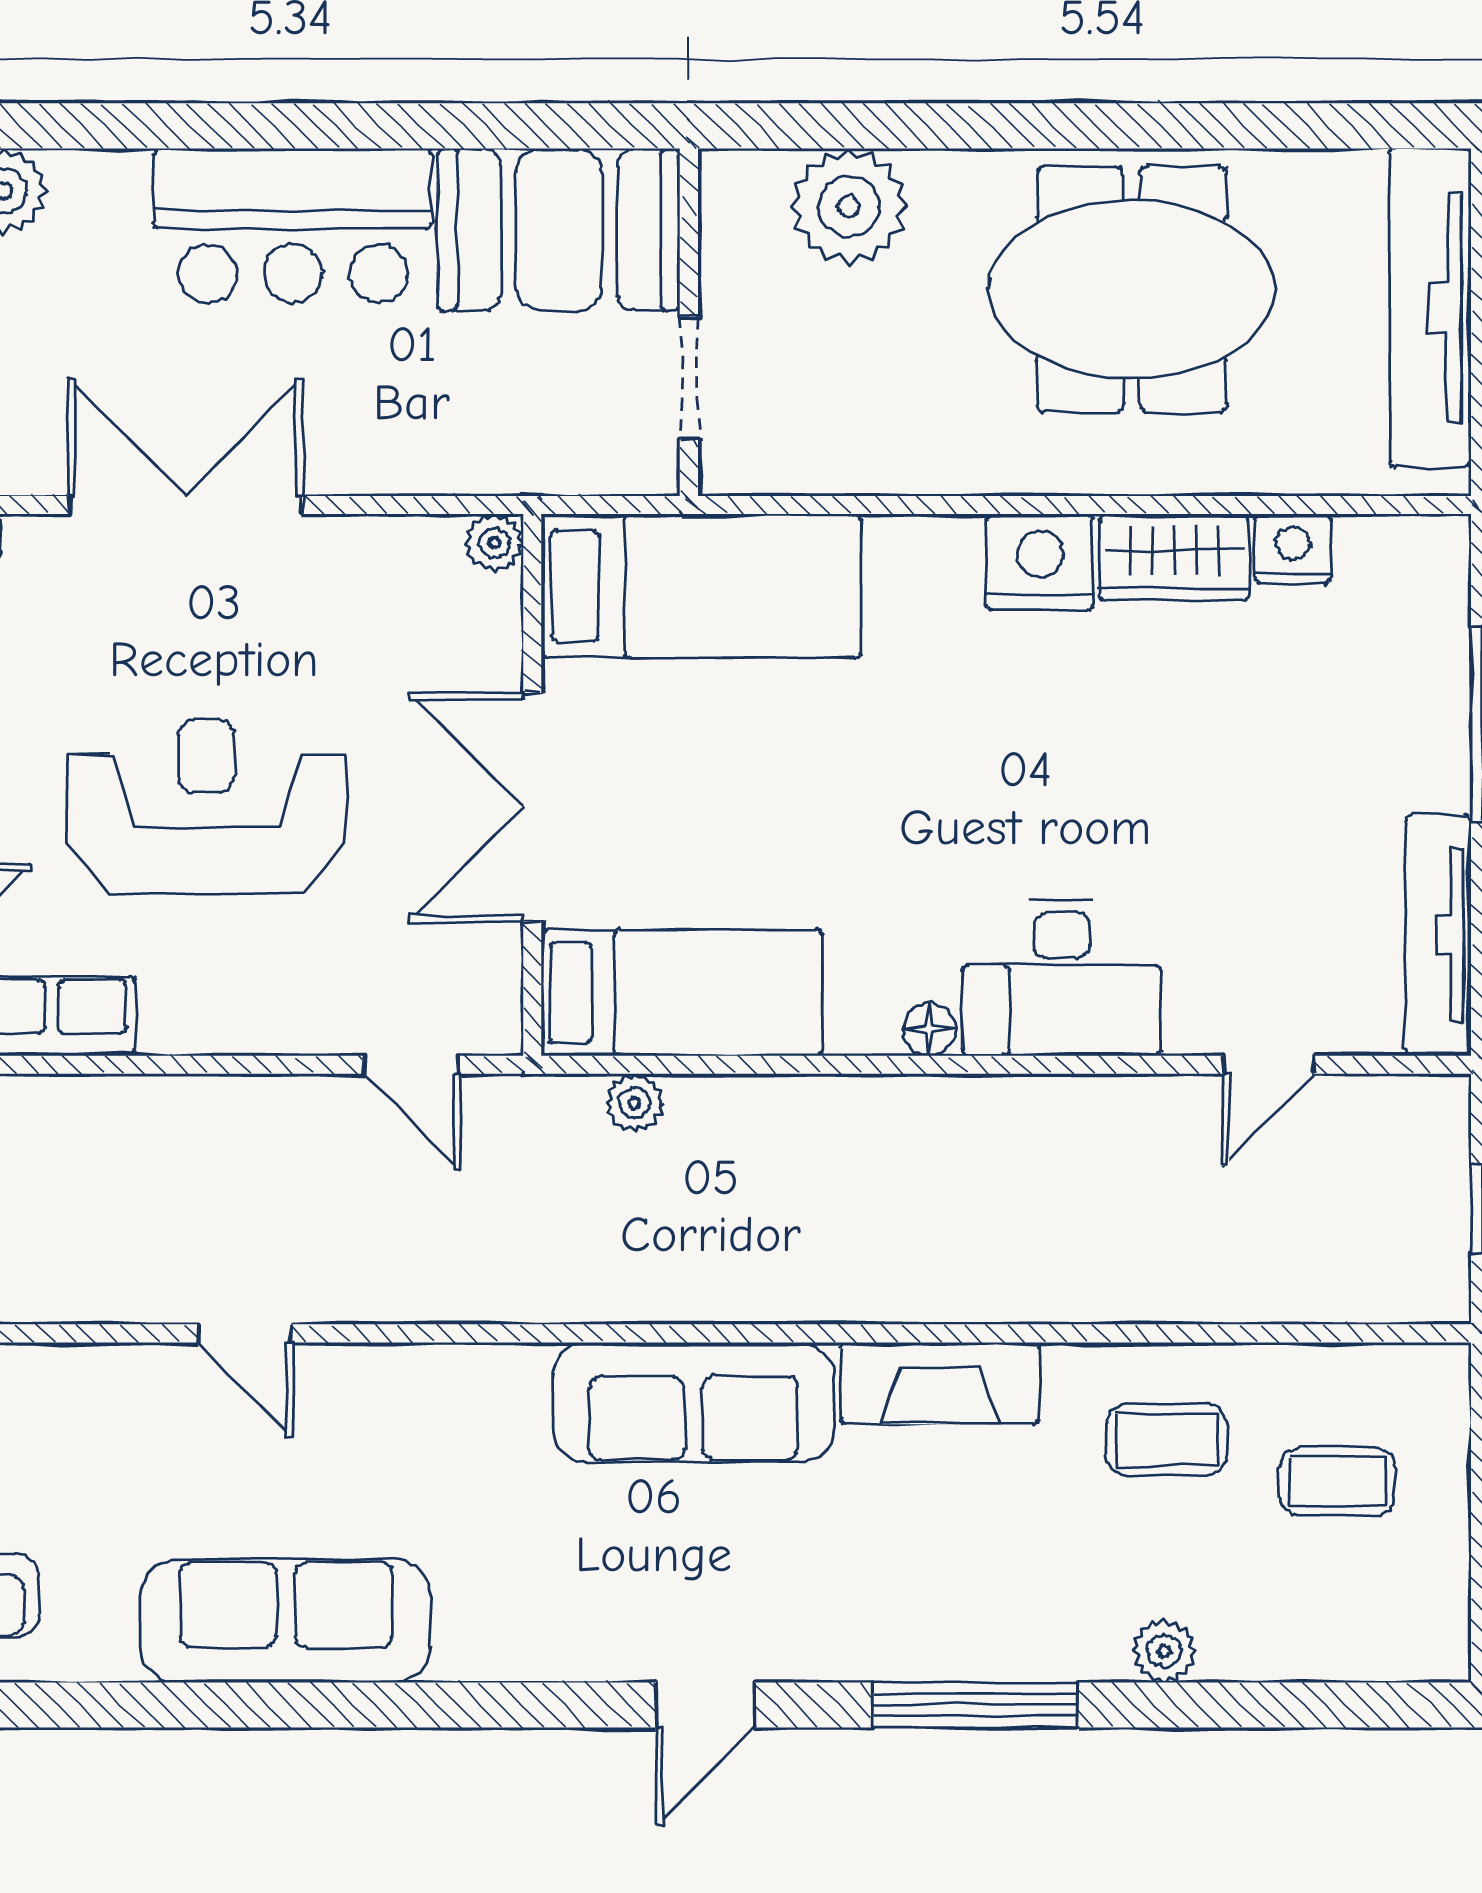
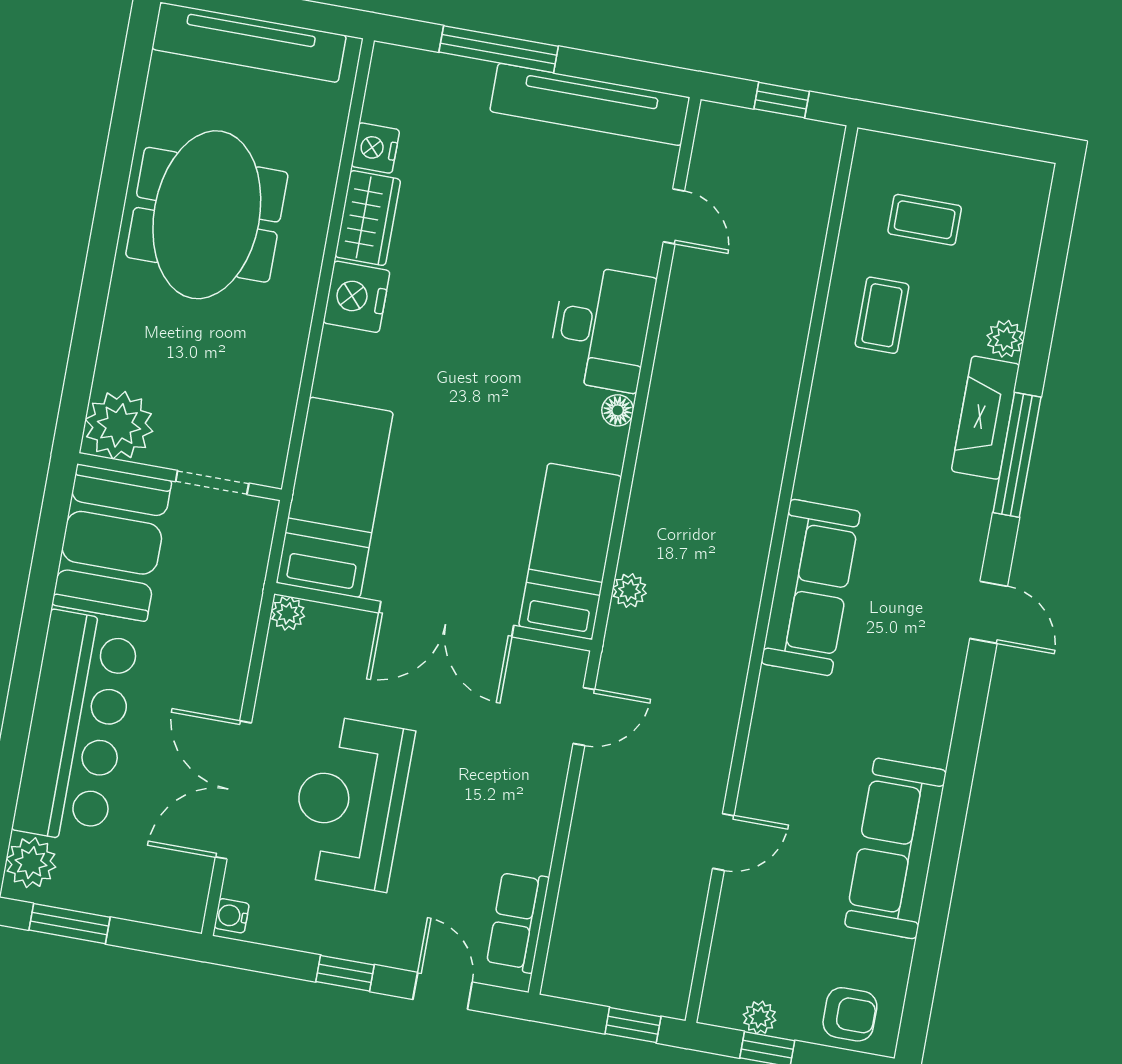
plant: (849, 206) -> (119, 425), moved
bar counter: (293, 226) -> (76, 727), width x1.36
reception desk: (206, 807) -> (350, 803), moved
tv unit: (1438, 935) -> (590, 104), width x1.36, depth x1.29
fireplace: (940, 1383) -> (985, 418), moved, turned 180
coffee table: (1338, 1482) -> (925, 220), turned 90

